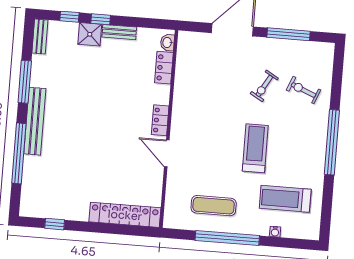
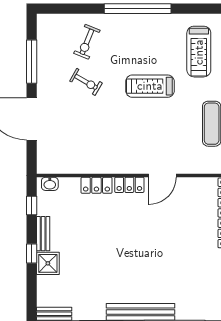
window: (69, 17) -> (32, 206), moved
locker: (164, 68) -> (96, 185), moved

